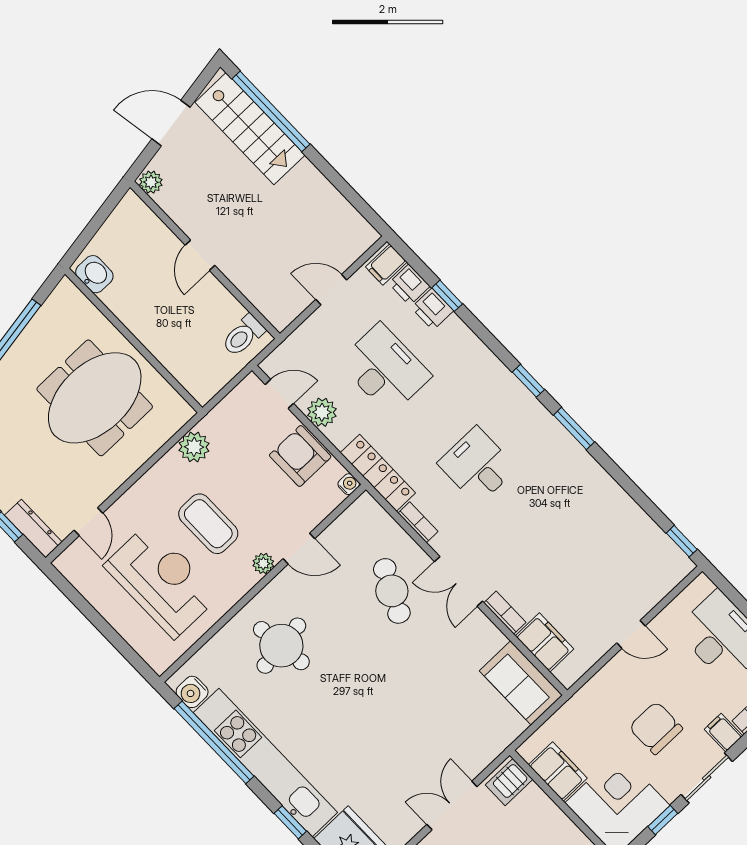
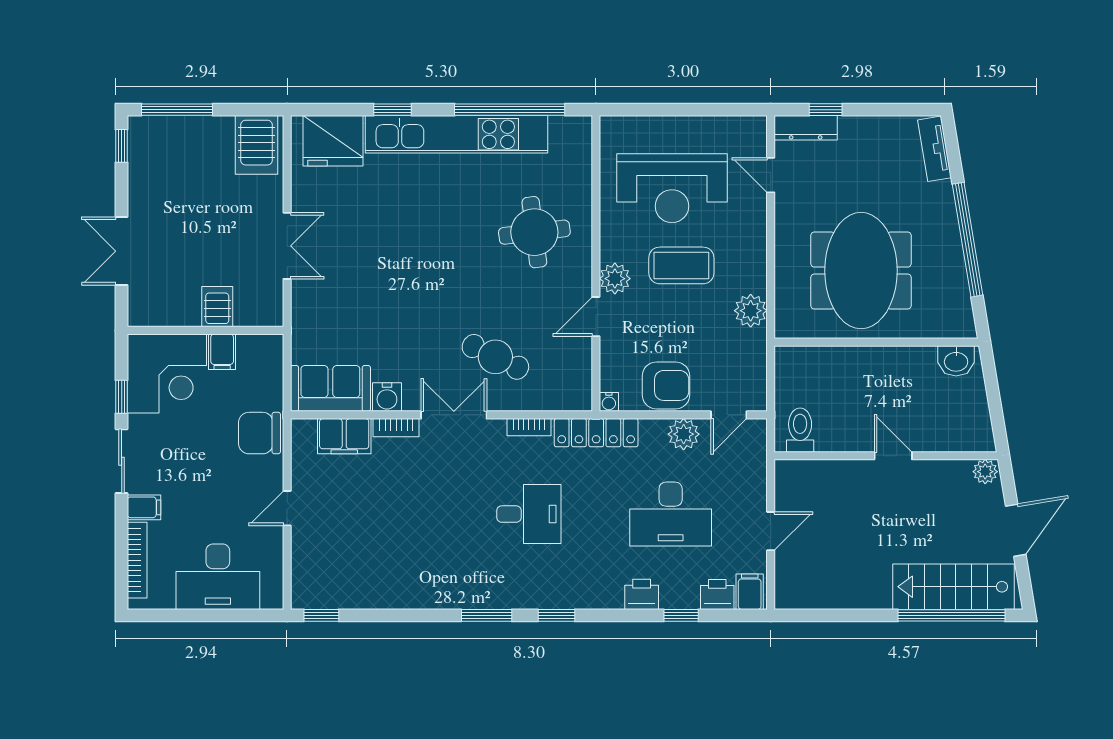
printer: (432, 309) -> (642, 594), moved
plant: (263, 563) -> (615, 279), width x1.38, depth x1.38
water cooler: (192, 692) -> (387, 397), moved, turned 180
chair: (656, 728) -> (260, 433), moved, turned 180
filing cabinet: (558, 772) -> (222, 352), width x0.50
server rack: (509, 782) -> (217, 307), moved

